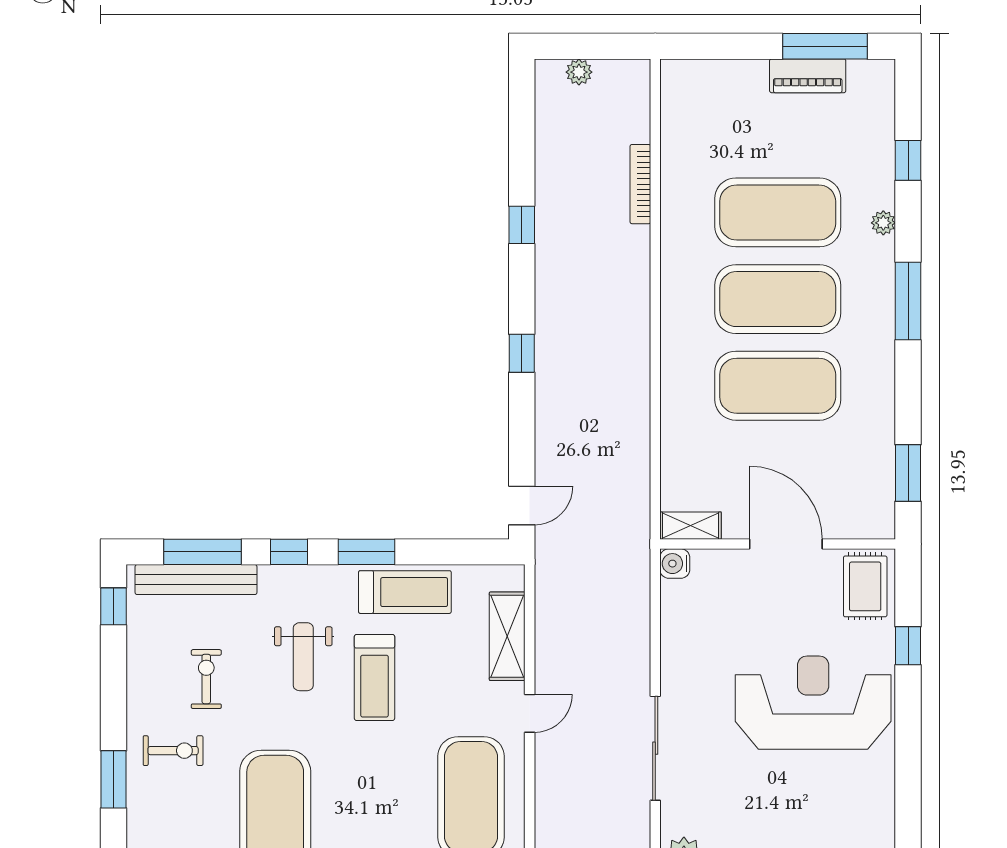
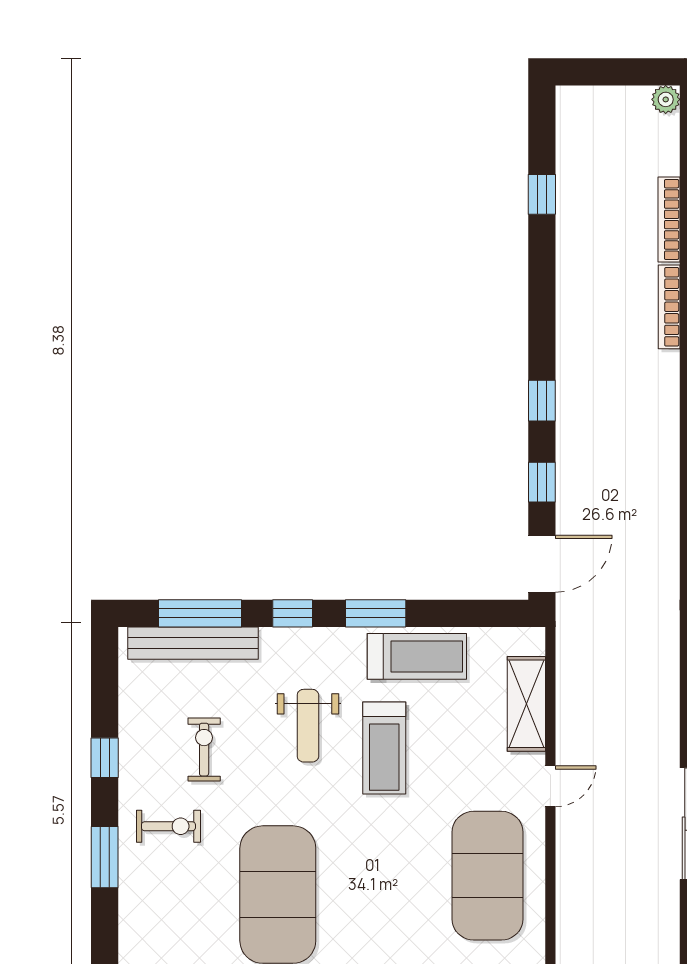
plant: (579, 72) -> (666, 99), moved
window: (522, 225) -> (542, 194), moved
bookcase: (640, 266) -> (669, 307), added
window: (522, 429) -> (542, 482), added
door: (522, 505) -> (542, 564), width x1.38
window: (113, 606) -> (105, 758), moved

